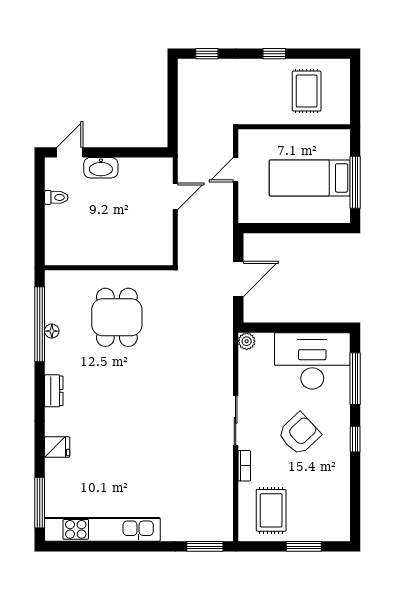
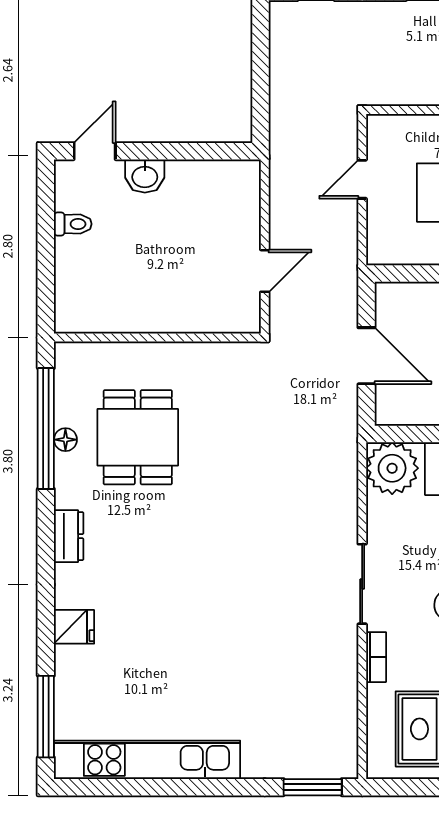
washbasin: (101, 168) -> (145, 176), width x0.72
door: (175, 196) -> (265, 271), moved
door: (238, 279) -> (366, 356), hinge flipped
dining table: (117, 317) -> (138, 437), moved
plant: (247, 341) -> (392, 468), width x1.87, depth x1.87

